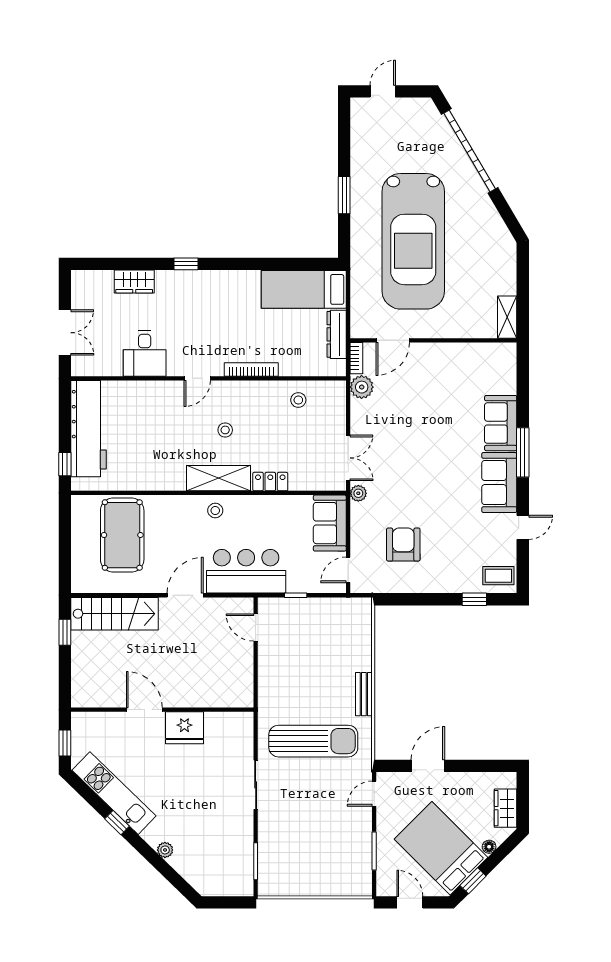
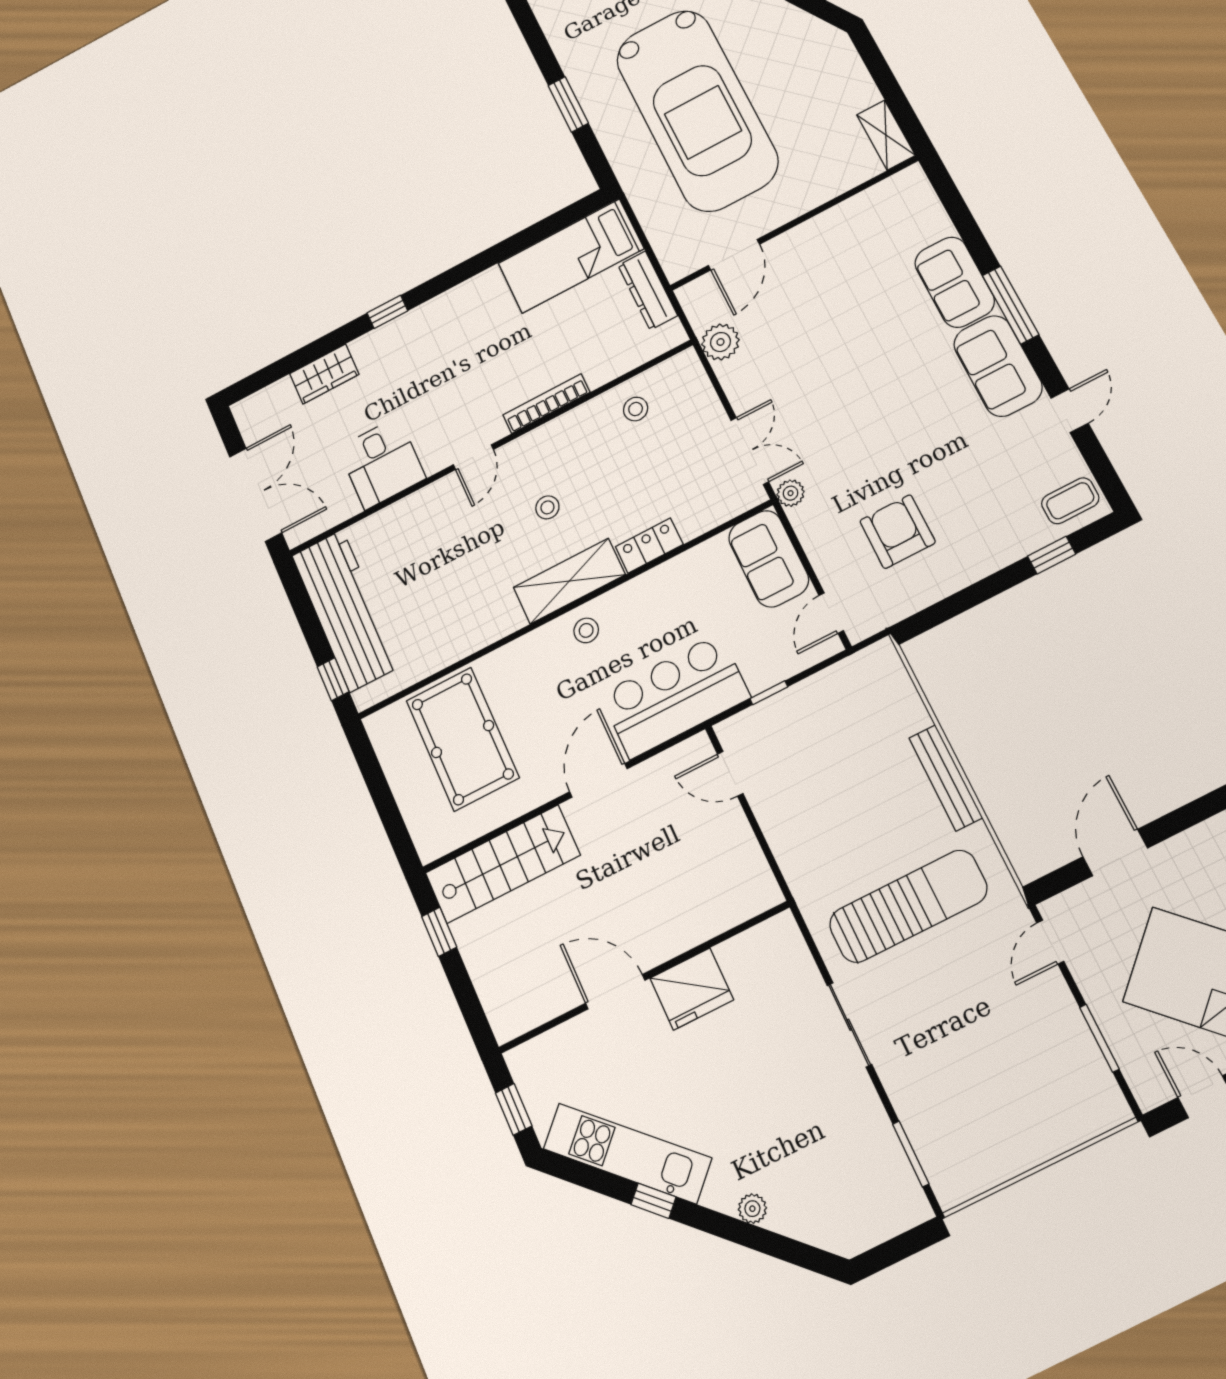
double door: (65, 333) -> (256, 495), width x1.37
bookcase: (356, 358) -> (693, 307), removed
bench: (364, 694) -> (946, 778), width x1.36

